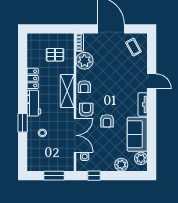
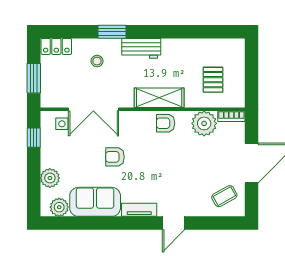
locker: (33, 78) -> (56, 46), moved
armchair: (86, 110) -> (131, 126), removed

